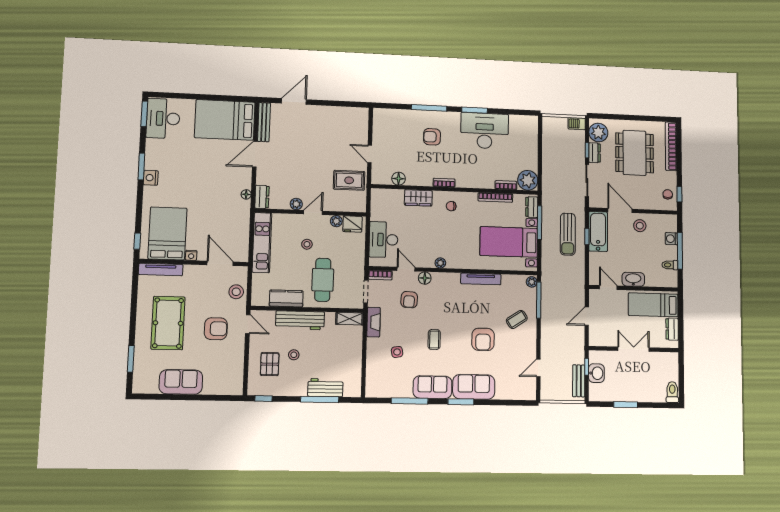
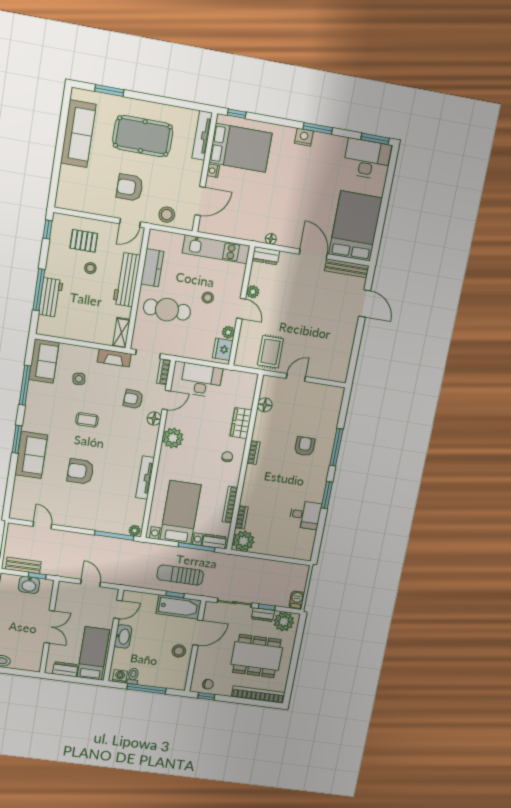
desk: (485, 131) -> (305, 515), width x0.53, depth x0.77
washing machine: (671, 239) -> (120, 676), moved
plant: (440, 263) -> (173, 438), width x1.87, depth x1.87
coffee table: (517, 319) -> (97, 510), removed
armchair: (216, 329) -> (130, 187), turned 90
sofa: (181, 382) -> (78, 134), width x1.36
sofa: (432, 387) -> (44, 361), moved

